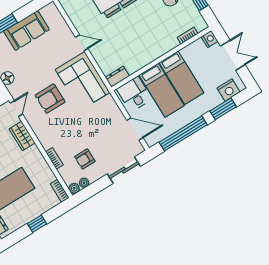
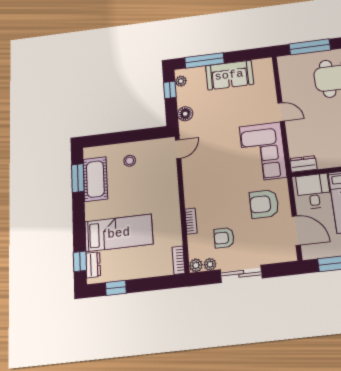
armchair: (50, 99) -> (264, 204), moved
wardrobe: (22, 136) -> (169, 181), removed
sliding door: (124, 170) -> (241, 274), moved
window: (37, 224) -> (116, 288), moved

